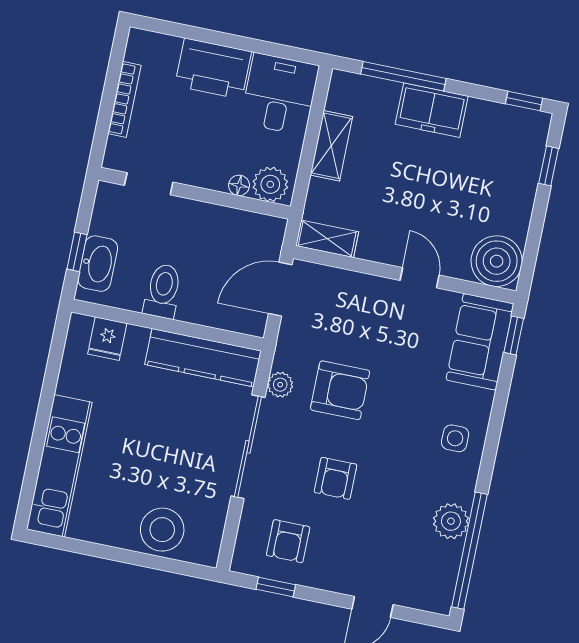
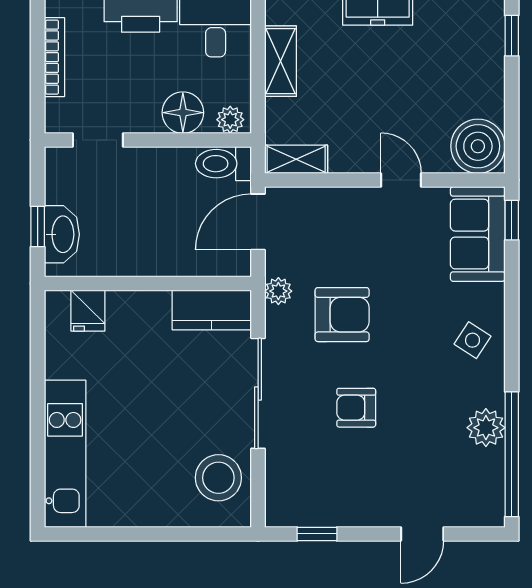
plant: (270, 184) -> (230, 120), width x0.73, depth x0.73
floor lamp: (239, 185) -> (183, 113), width x1.89, depth x1.89
toilet: (163, 291) -> (223, 164), moved, turned -90
kitchen counter: (203, 358) -> (212, 310), width x0.67
plant: (280, 385) -> (278, 291), moved
side table: (455, 438) -> (473, 340), turned 33
armchair: (336, 478) -> (356, 408), turned 90
stool: (162, 530) -> (218, 478), moved
armchair: (288, 541) -> (320, 483), removed

